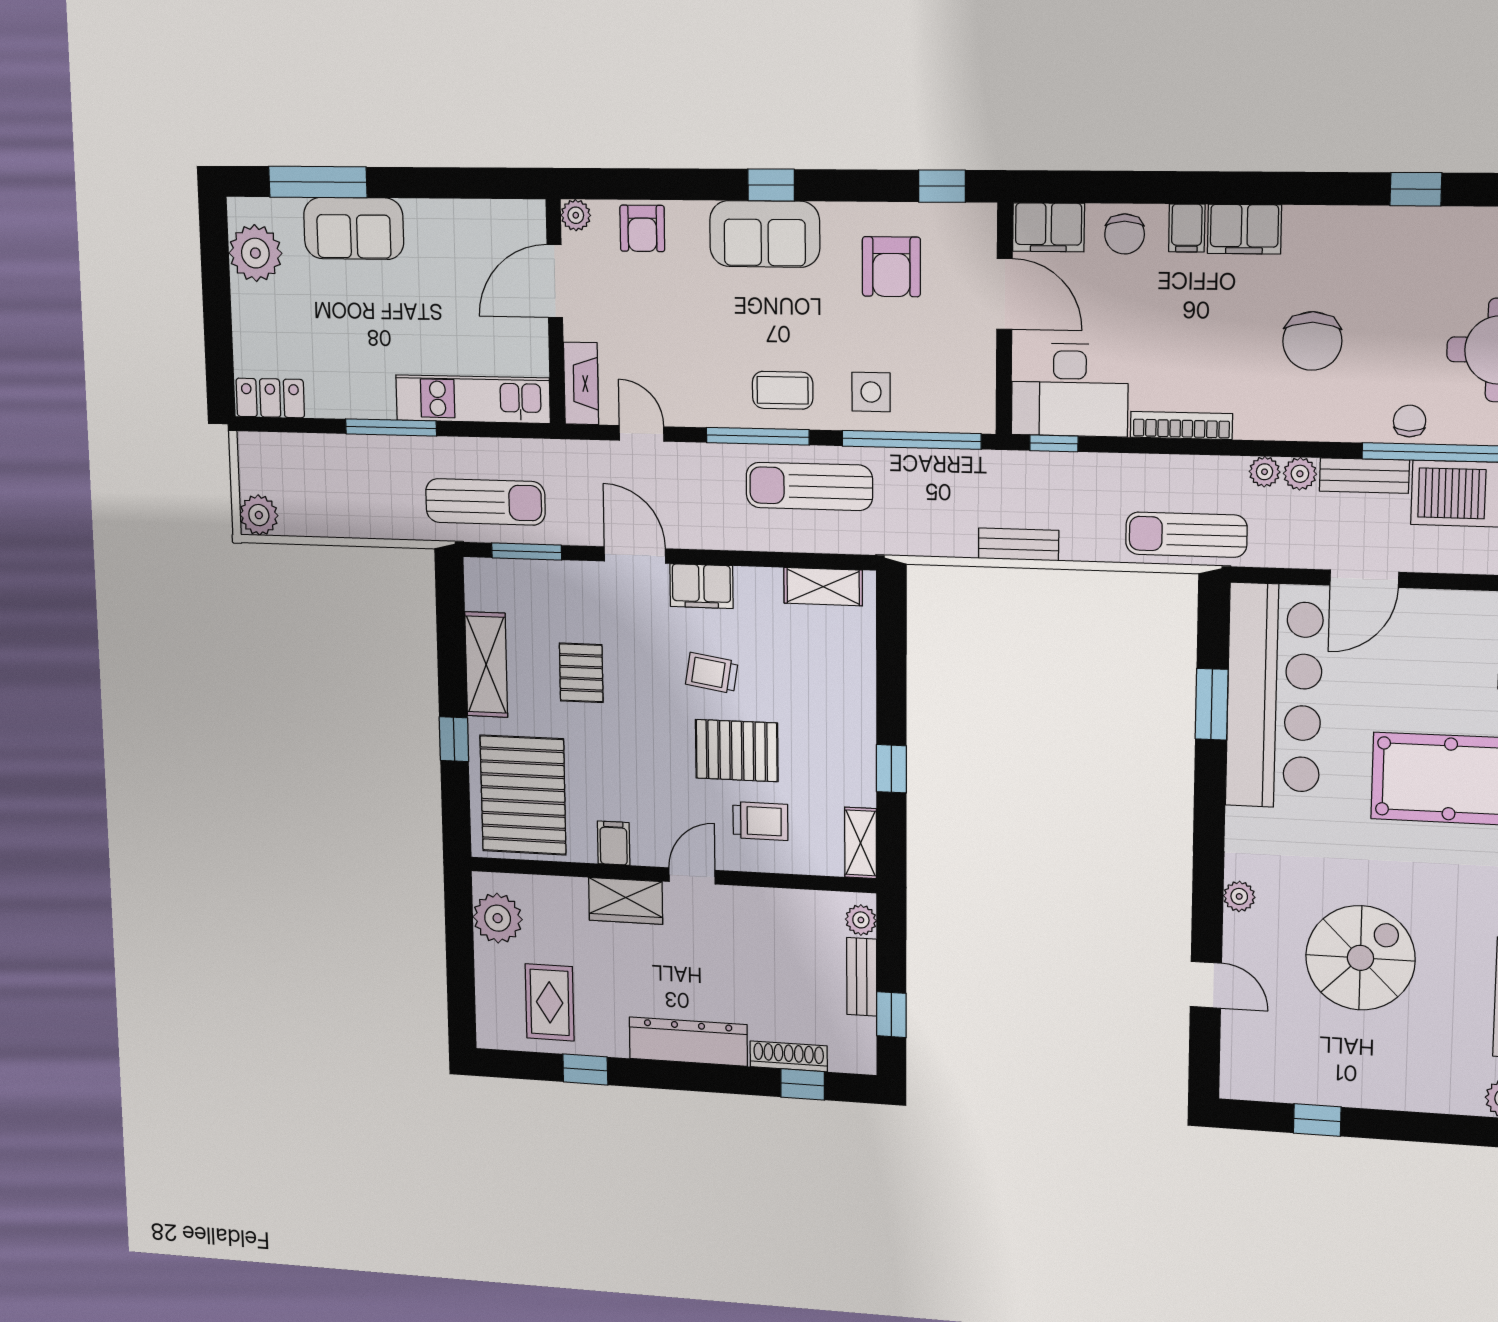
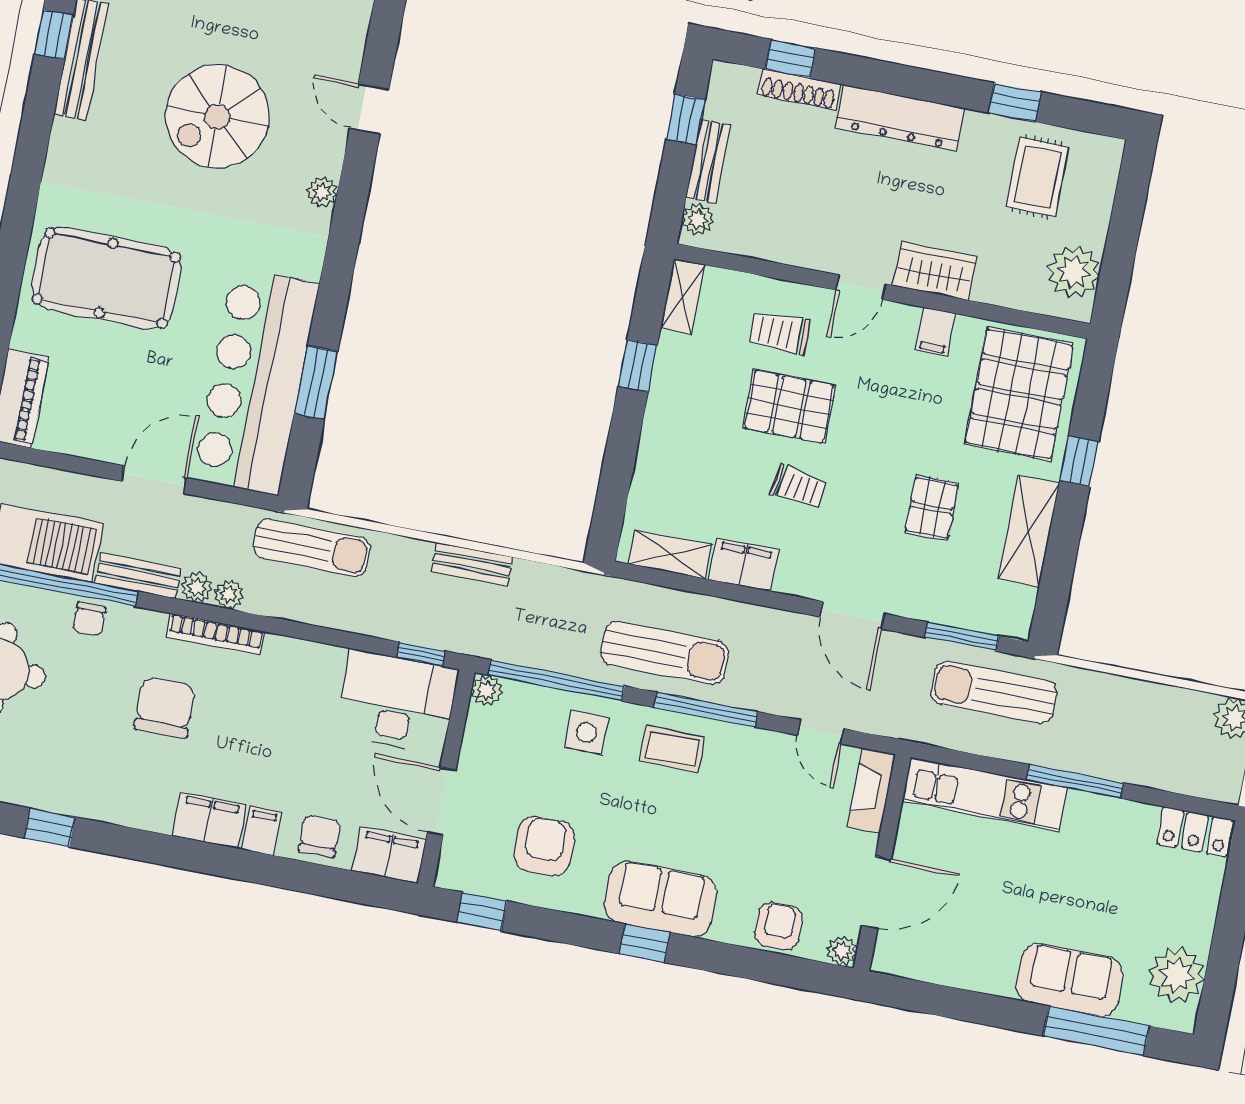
plant: (980, 417) -> (487, 691), added
bookcase: (1181, 425) -> (215, 634), moved
filing cabinet: (701, 586) -> (744, 565), moved

